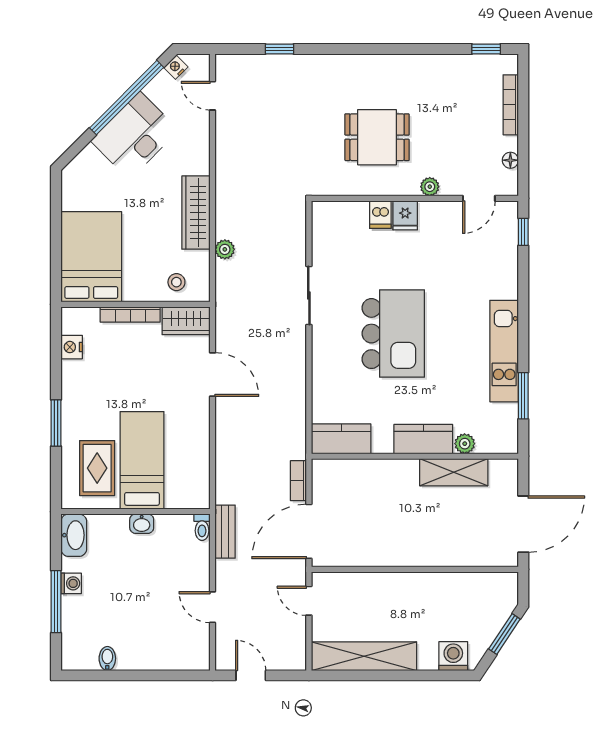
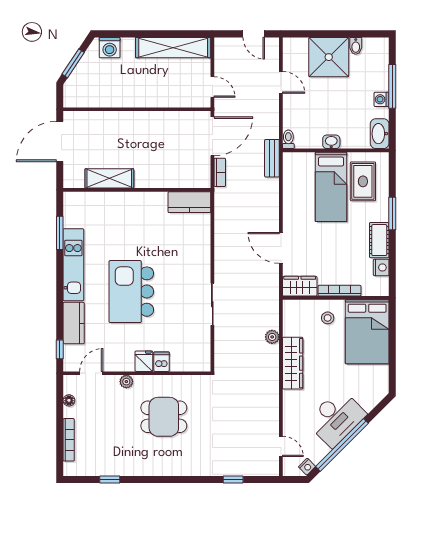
window: (486, 49) -> (110, 479), moved
stool: (176, 282) -> (328, 318), moved
kitchen island: (393, 334) -> (131, 292), moved
cot: (74, 386) -> (379, 240), added
kitchen counter: (423, 439) -> (74, 323), moved, turned -90
plant: (465, 444) -> (101, 199), removed
bench: (225, 532) -> (272, 158), moved
shower: (145, 643) -> (329, 57), added

